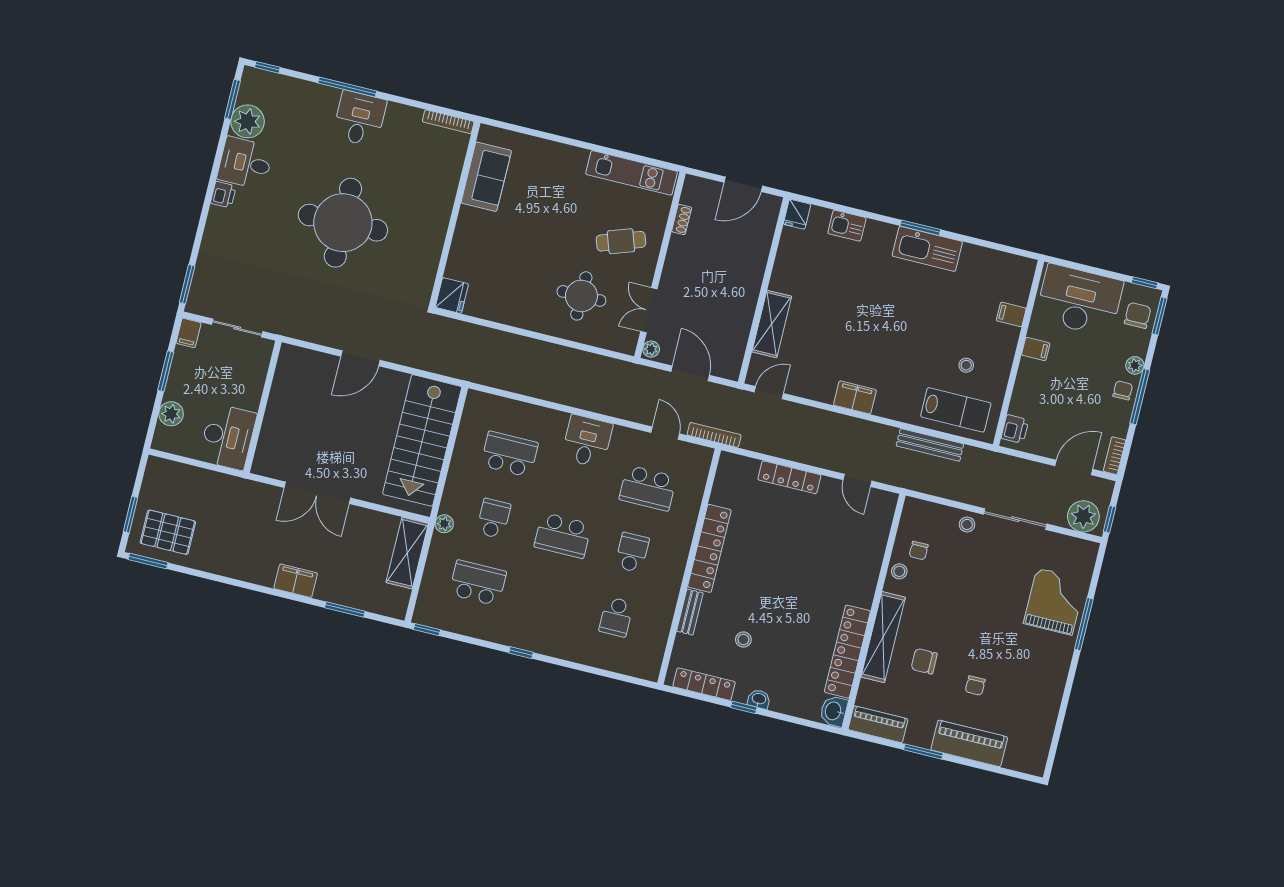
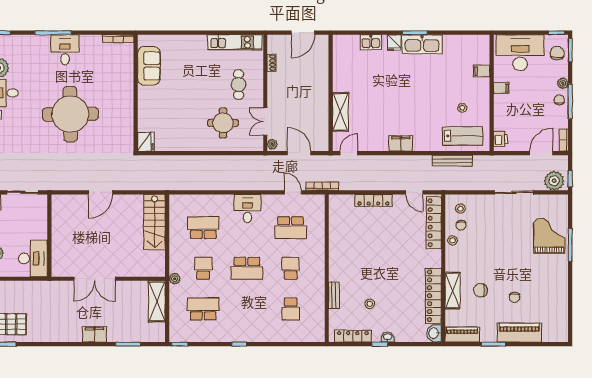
fridge: (797, 214) -> (394, 43), moved
cafe table: (621, 241) -> (239, 85), turned -71
stairs: (422, 440) -> (155, 222), width x0.73, depth x0.66
stool: (967, 524) -> (460, 209), moved
locker: (709, 548) -> (434, 223), moved, turned 180
shelving: (883, 637) -> (453, 291), width x0.68

